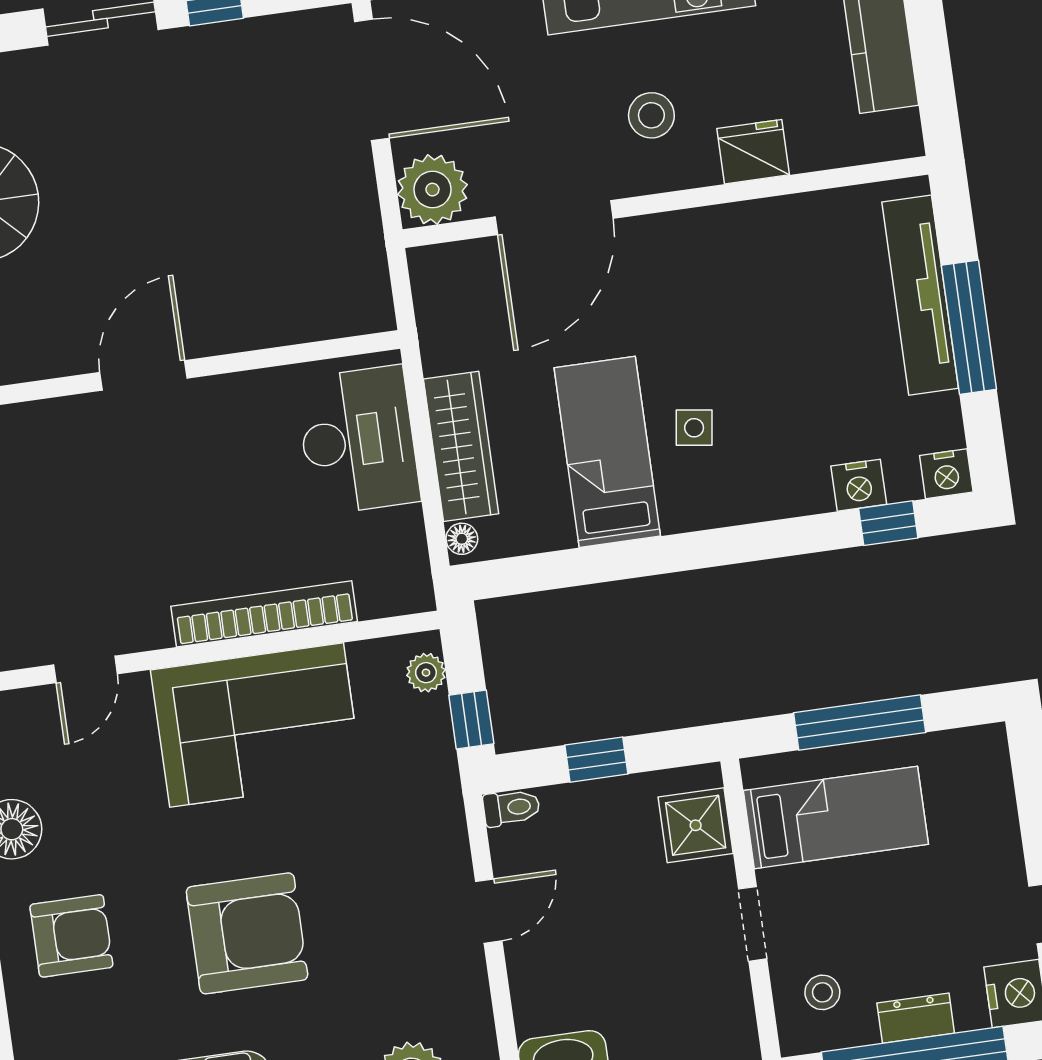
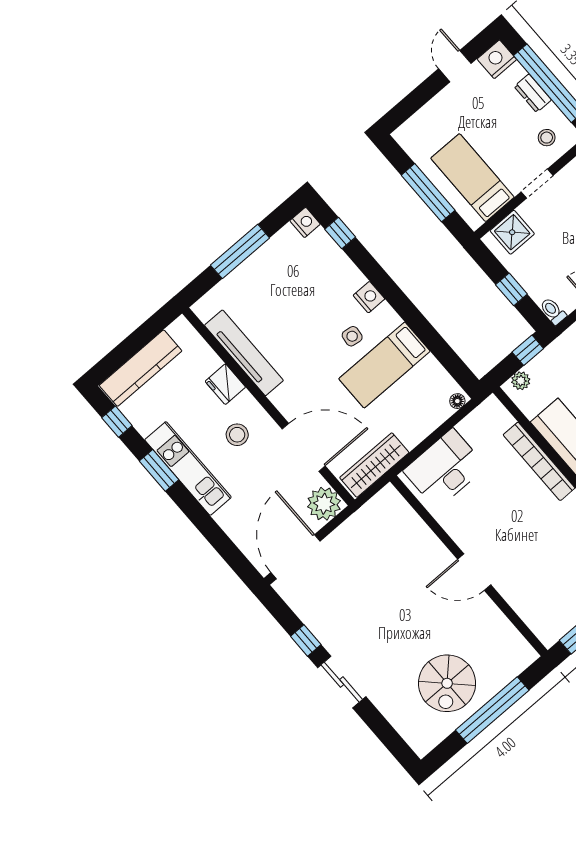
tv unit: (920, 295) -> (244, 353), moved, turned -90
wardrobe: (461, 446) -> (374, 465), moved
nightstand: (859, 485) -> (369, 297), moved

